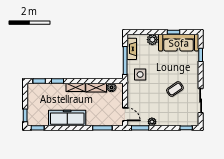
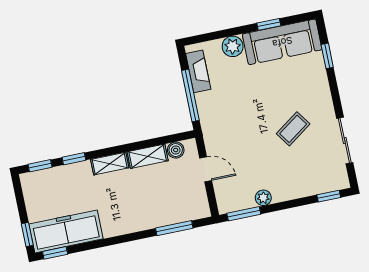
side table: (140, 74) -> (223, 115), removed
door: (125, 114) -> (206, 169), moved
freezer: (67, 118) -> (66, 231), moved

